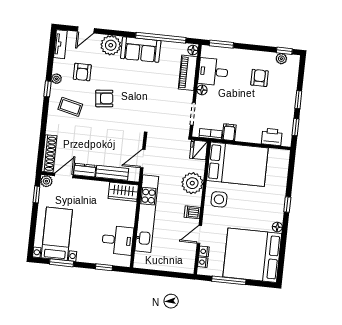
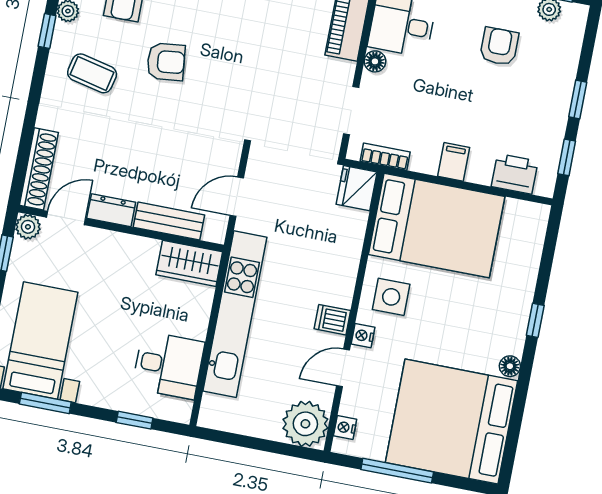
filing cabinet: (229, 132) -> (454, 162), moved
plant: (192, 183) -> (305, 424), moved
nightstand: (204, 251) -> (363, 336), moved

